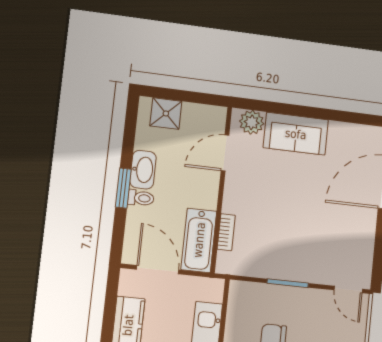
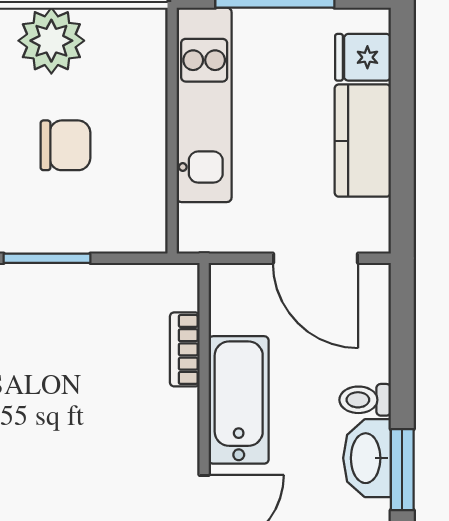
window: (123, 188) -> (402, 470), moved
bathtub: (199, 240) -> (239, 400), moved

